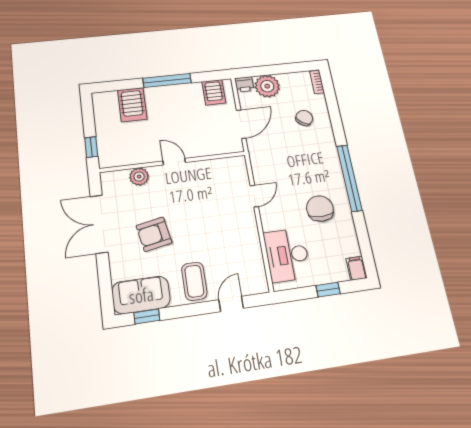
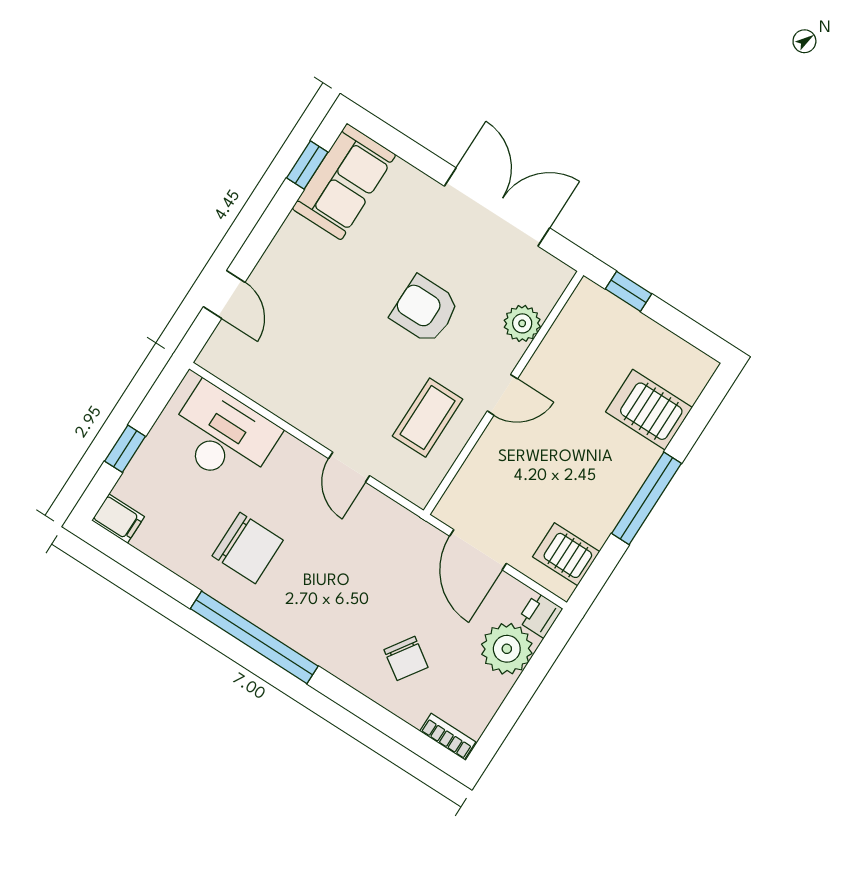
armchair: (154, 234) -> (425, 310), moved, turned -79
coffee table: (194, 281) -> (428, 418), moved, turned 90

